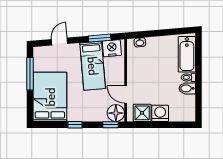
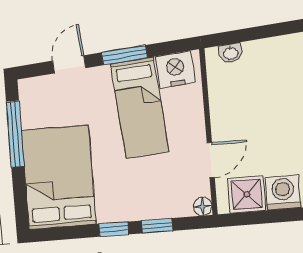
window: (100, 38) -> (124, 55), moved
door: (126, 94) -> (211, 160), swing flipped
floor lamp: (116, 113) -> (203, 206), width x0.53, depth x0.53
window: (110, 125) -> (157, 226), moved

